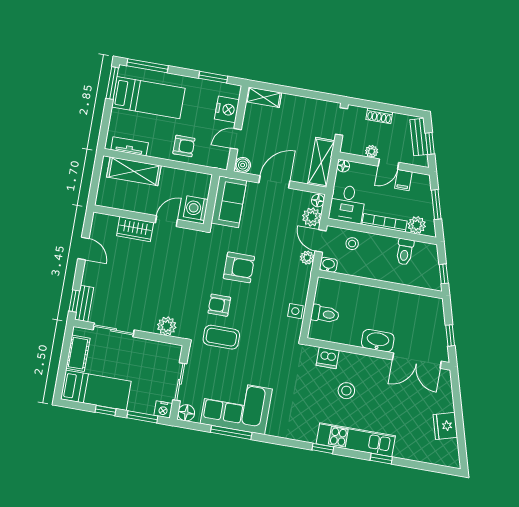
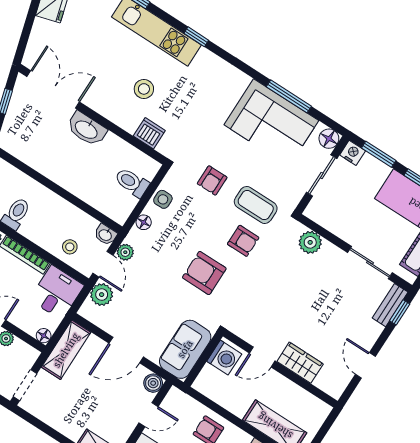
floor lamp: (318, 201) -> (144, 222), moved
armchair: (263, 342) -> (212, 180), added

